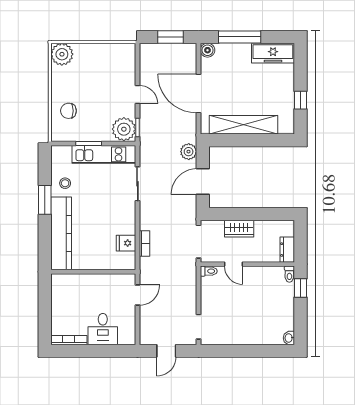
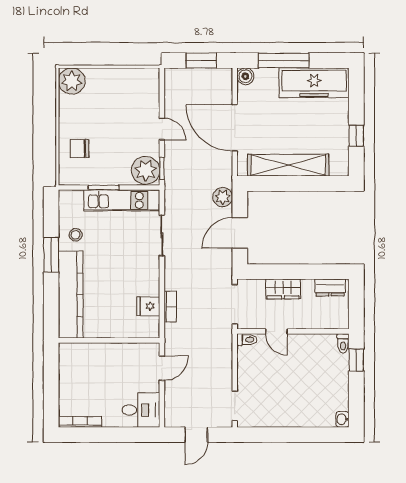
freezer: (273, 53) -> (314, 83), width x1.36, depth x1.26
dresser: (287, 250) -> (330, 287), moved, turned -90
desk: (103, 329) -> (141, 410), moved, turned -90

